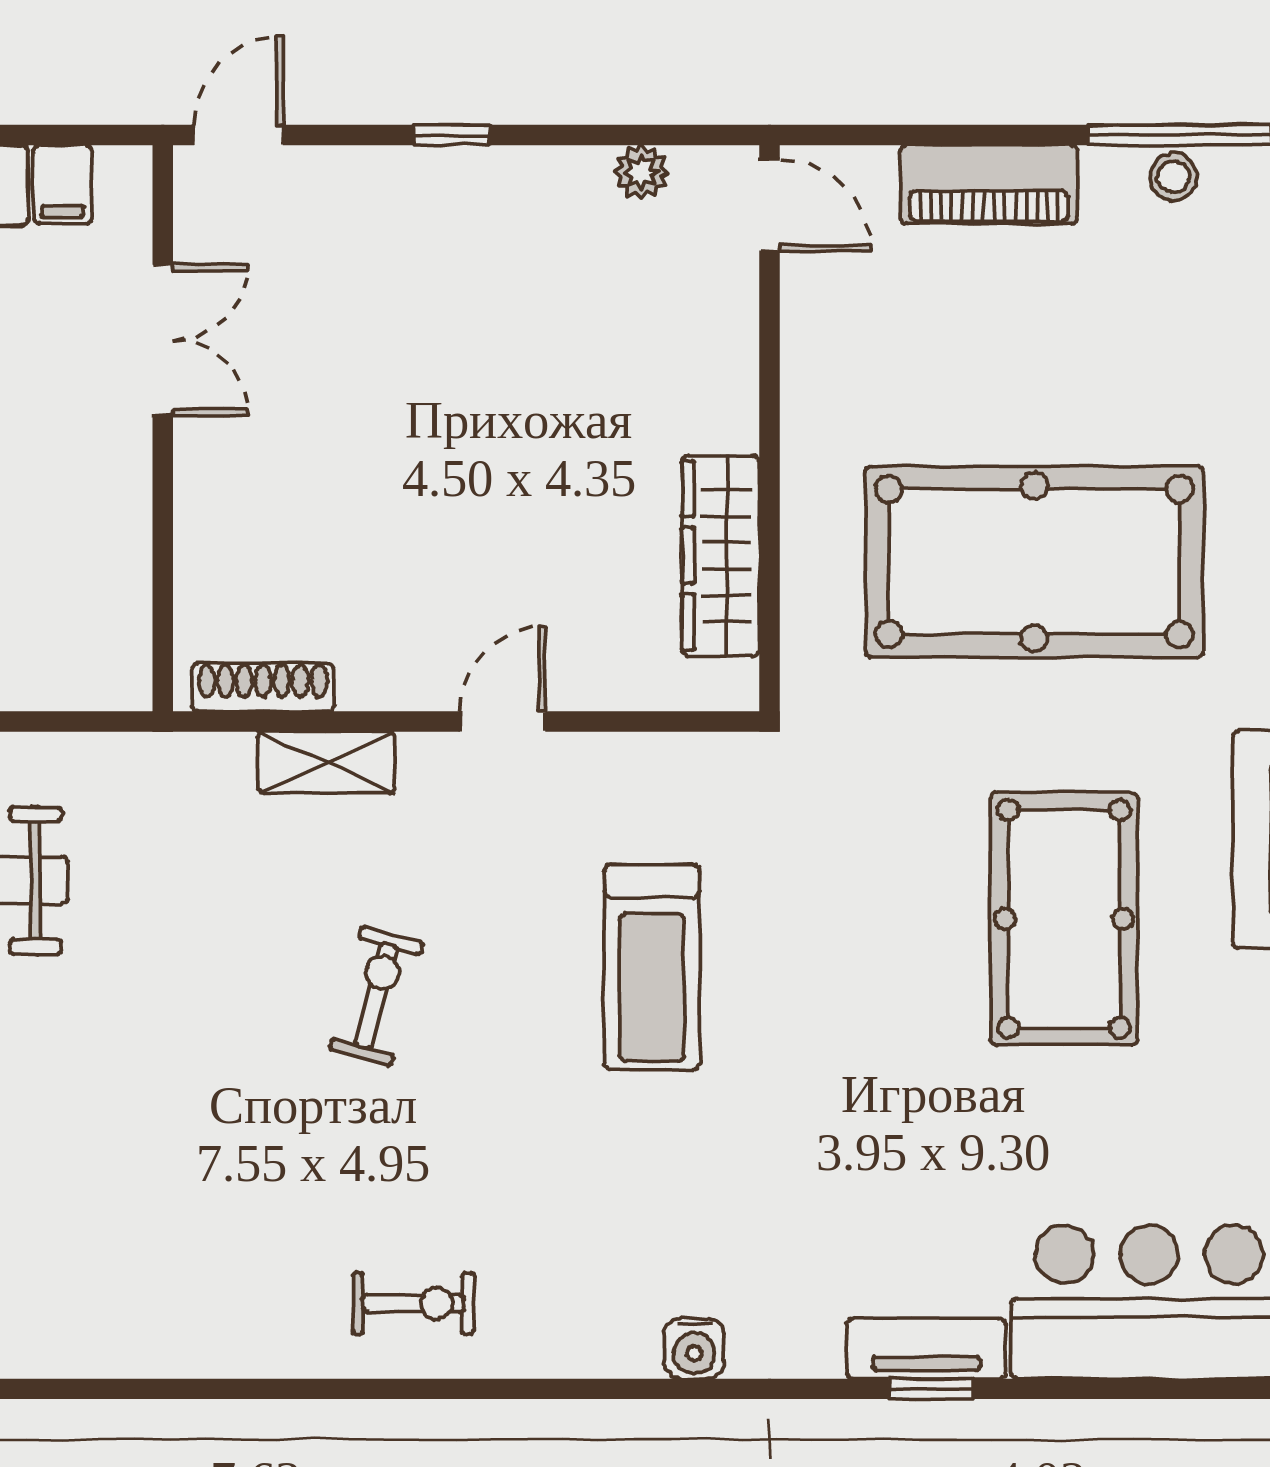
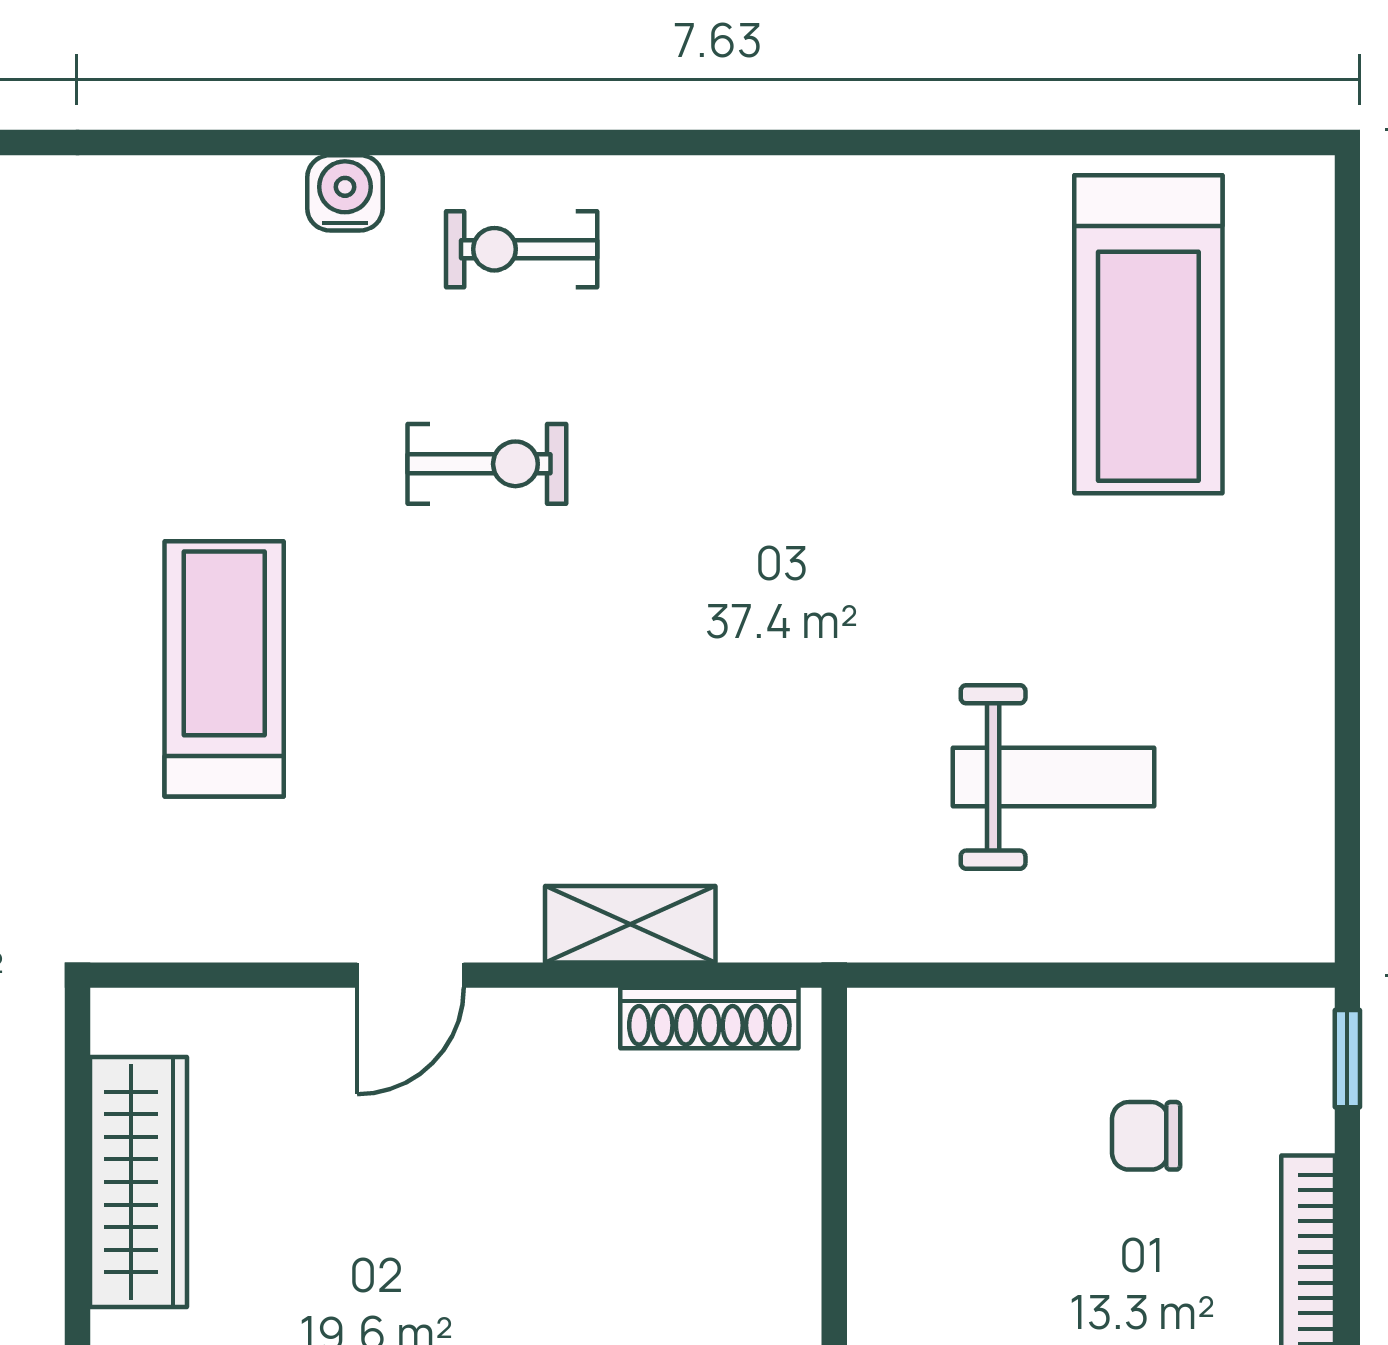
exercise bike: (376, 996) -> (487, 464), moved, turned -105
water cooler: (694, 1349) -> (345, 193), moved

